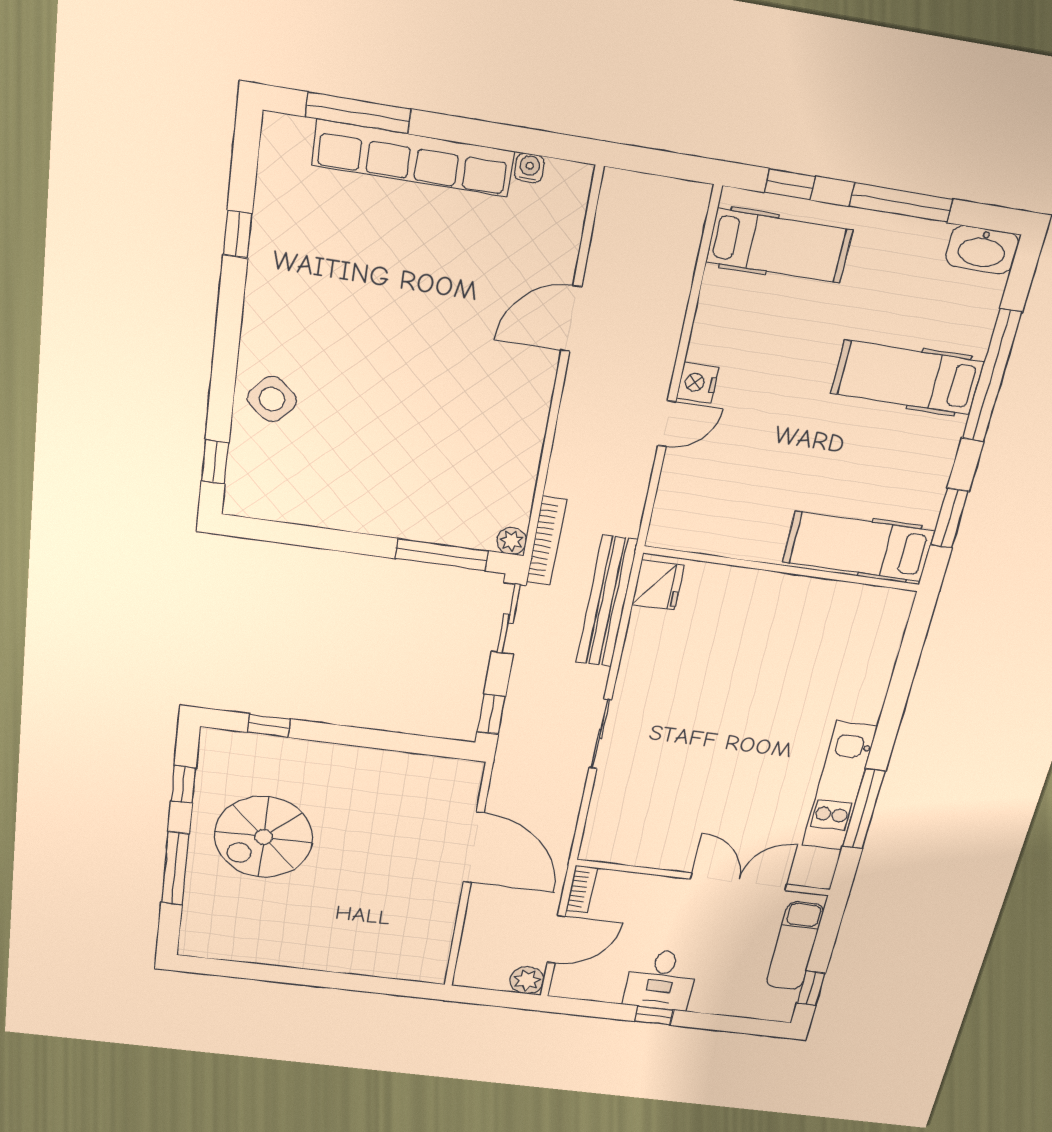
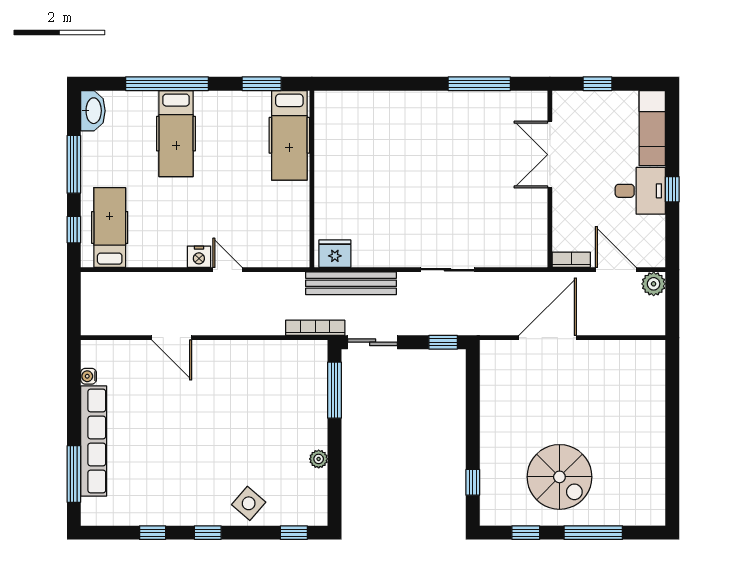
window: (228, 326) -> (208, 533), added
plant: (512, 541) -> (319, 459), moved
kitchen unit: (839, 786) -> (464, 105), removed
exam couch: (795, 946) -> (652, 128), moved, turned 90
window: (811, 988) -> (597, 84), moved

